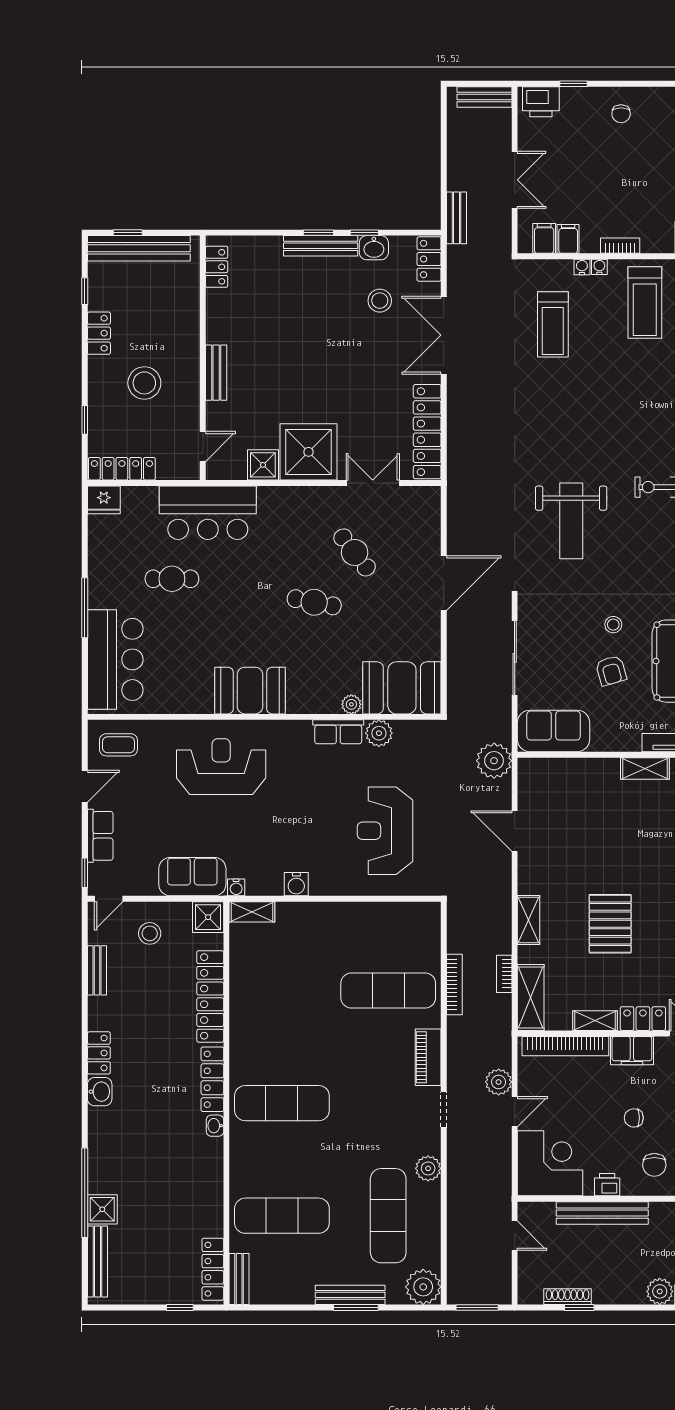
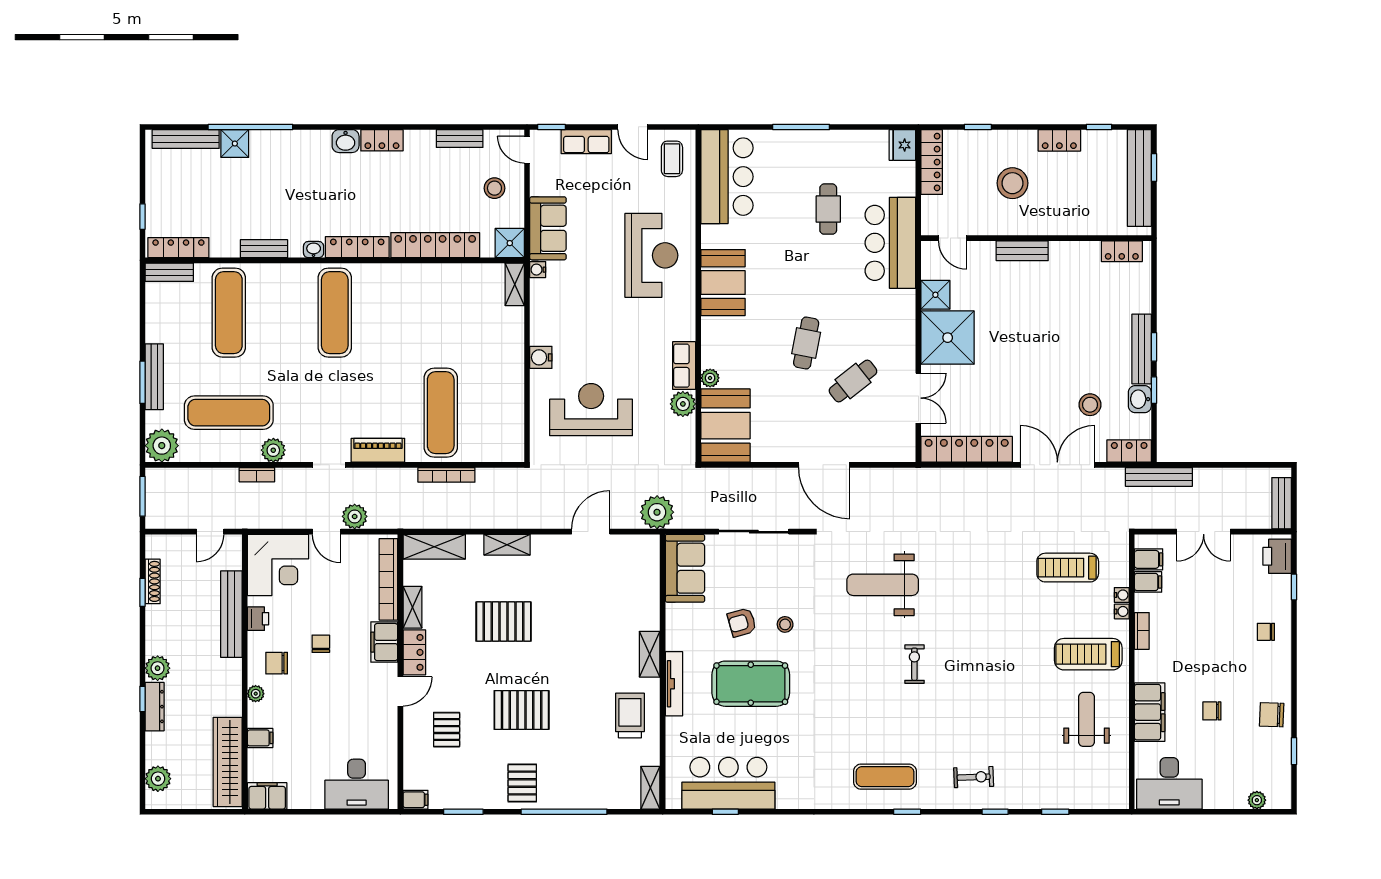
bench: (457, 218) -> (1159, 477), width x1.36
bar counter: (115, 659) -> (727, 177), moved, turned -90
water cooler: (296, 884) -> (541, 357), moved
bookcase: (504, 974) -> (257, 475), moved, turned 180
bench: (214, 1178) -> (264, 249), added

